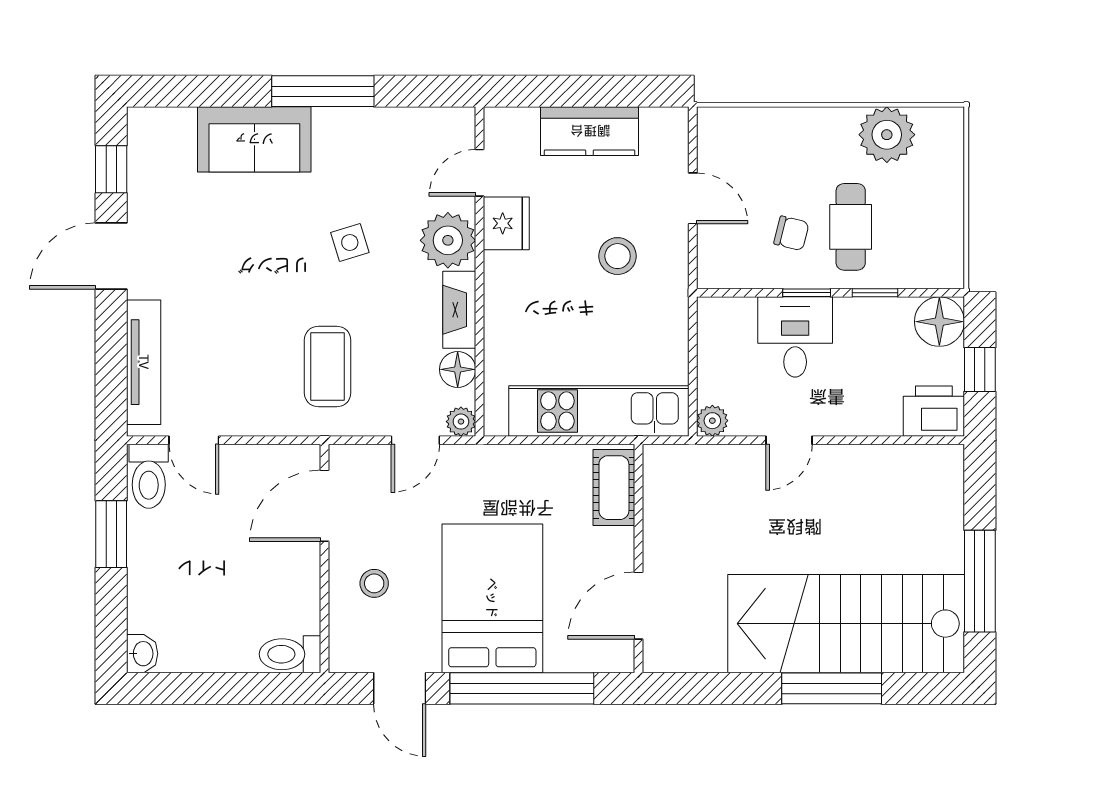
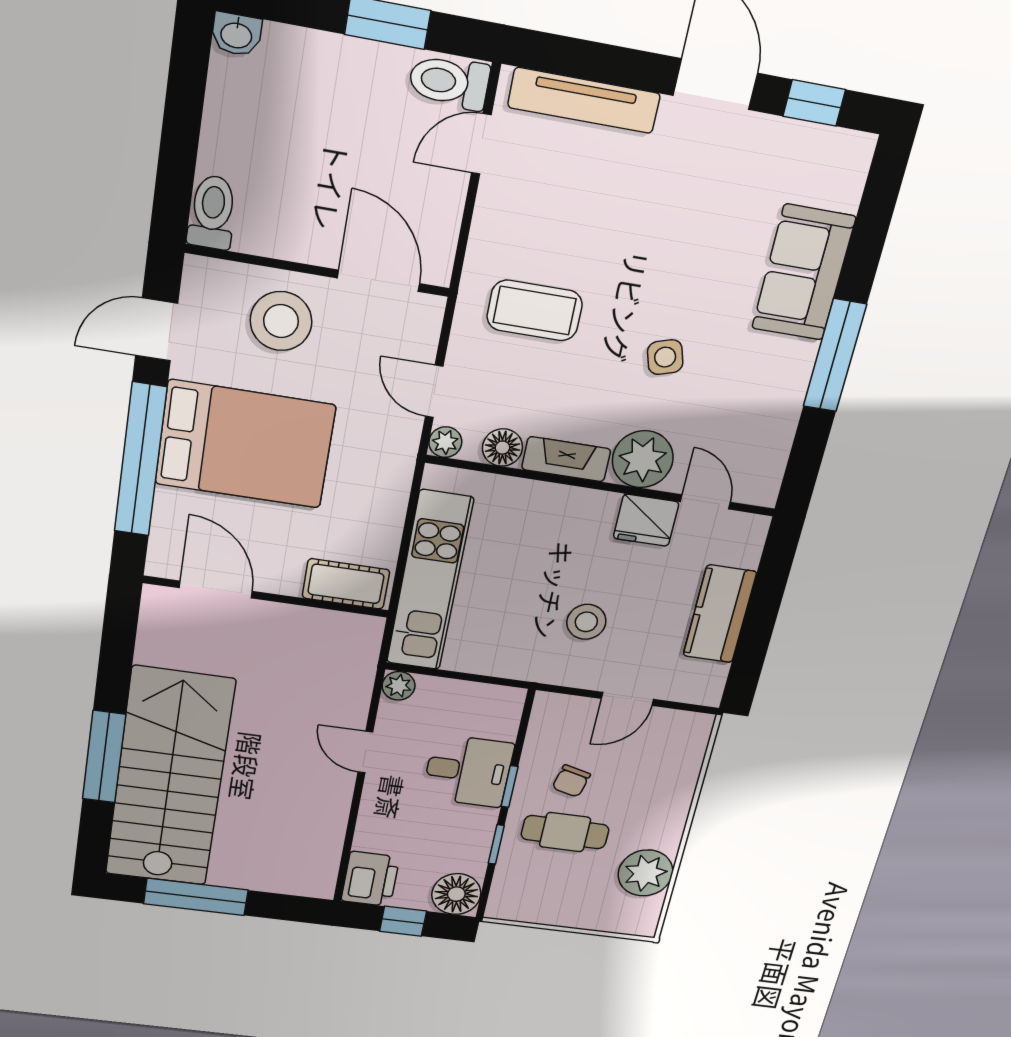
stool: (374, 583) -> (281, 321), width x1.89, depth x1.89

